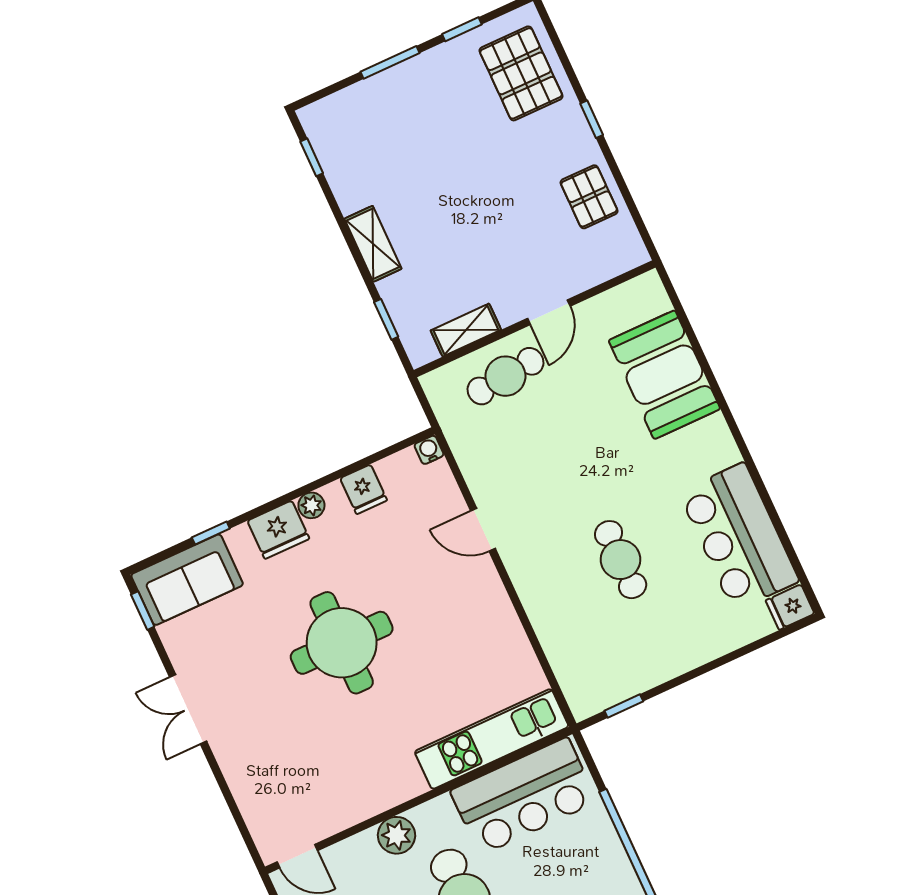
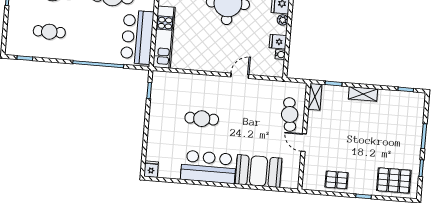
shelving: (466, 330) -> (315, 97), moved
water cooler: (429, 450) -> (280, 55), moved
bar counter: (739, 537) -> (208, 167), moved

